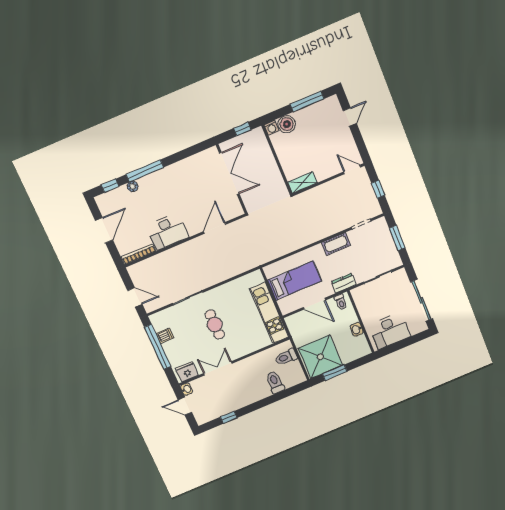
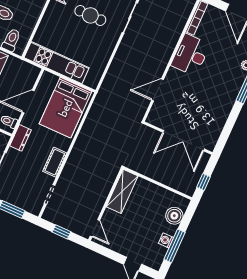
washing machine: (271, 128) -> (166, 240), moved
door: (352, 169) -> (95, 228), hinge flipped
shelving: (302, 182) -> (122, 191), width x1.50, depth x1.33
door: (215, 228) -> (158, 90), swing flipped
bed: (294, 281) -> (66, 108), width x1.50

